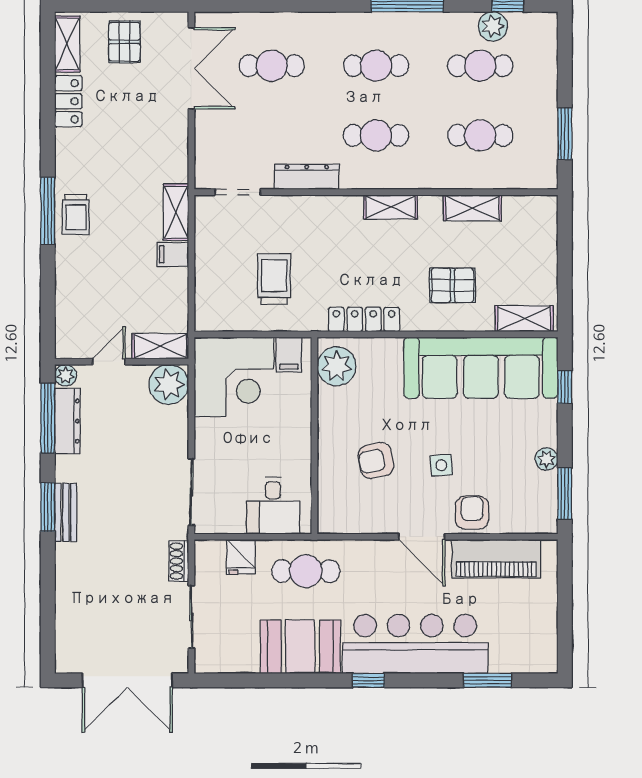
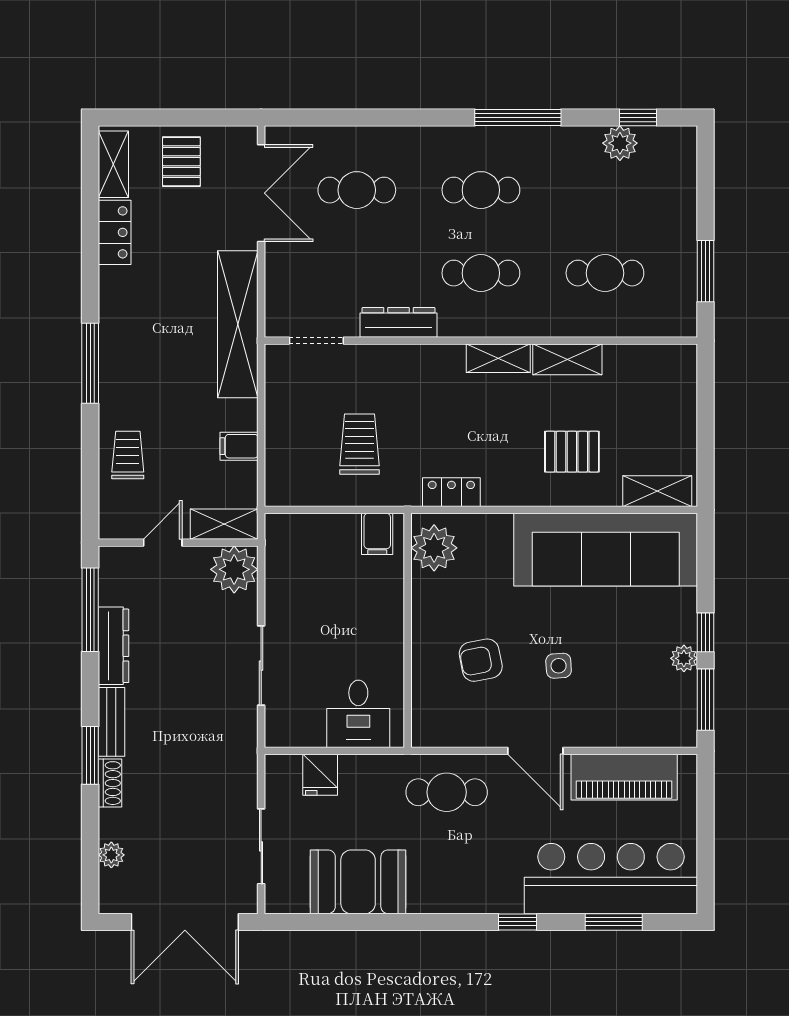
cafe table: (480, 66) -> (605, 190), removed
shelving: (472, 208) -> (567, 359), moved
shelving: (176, 212) -> (238, 324), width x2.20, depth x1.33
trolley: (76, 214) -> (128, 455), moved, turned 180
filing cabinet: (173, 254) -> (239, 446), moved
locker: (364, 319) -> (451, 492), width x0.66
plant: (66, 375) -> (111, 855), moved
corner desk: (234, 377) -> (312, 561), removed
window: (565, 387) -> (706, 632), moved
dresser: (67, 421) -> (113, 646), moved
sliding door: (191, 492) -> (261, 666), moved
window: (48, 507) -> (90, 755), moved
armchair: (472, 513) -> (595, 722), removed
shoe rack: (179, 561) -> (110, 783), moved, turned 180
cafe table: (306, 571) -> (447, 792), moved
bar counter: (415, 644) -> (611, 879), moved
booth: (300, 647) -> (358, 882), moved
window: (368, 680) -> (517, 922), moved

